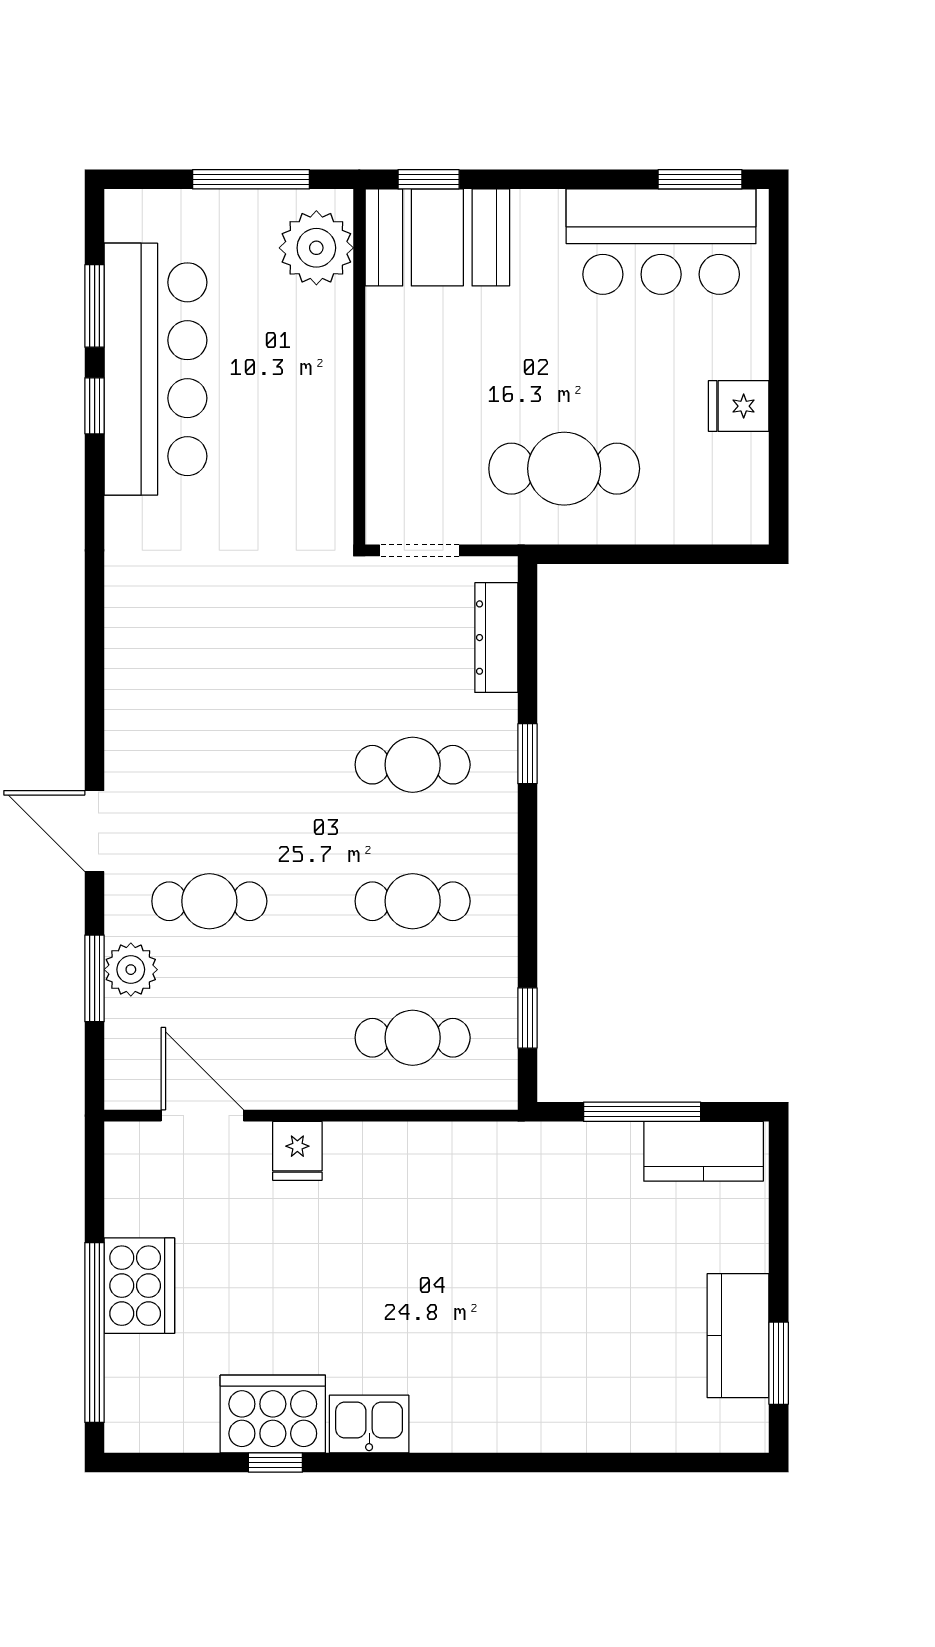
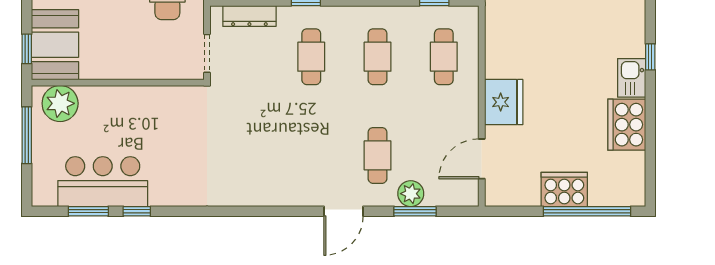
bar counter: (155, 369) -> (103, 182), width x0.73
fridge: (297, 1151) -> (504, 102), width x1.88, depth x1.34
window: (275, 1463) -> (650, 57), moved

